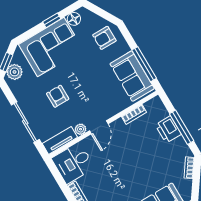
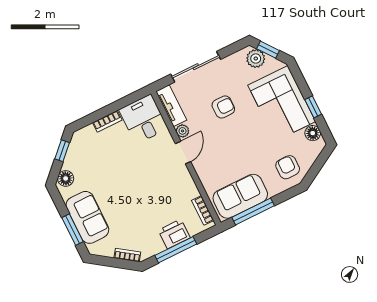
bookcase: (134, 114) -> (203, 210), moved
door: (99, 127) -> (183, 153), swing flipped

